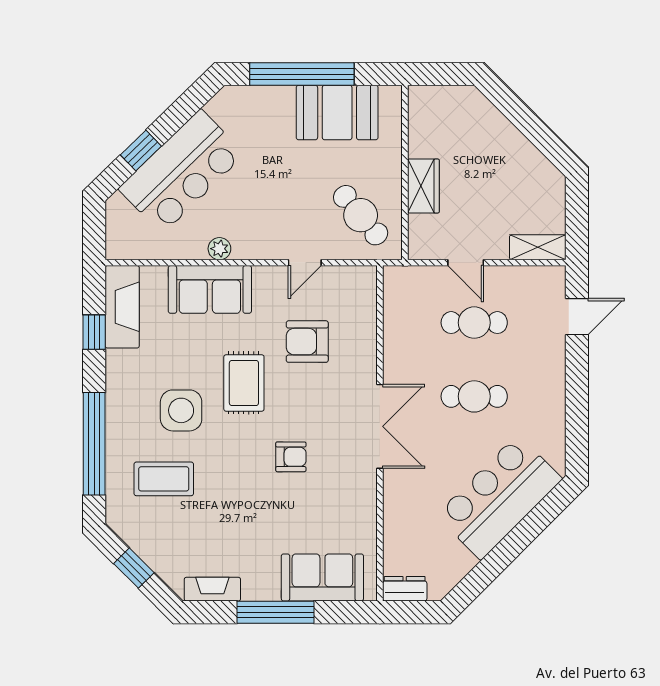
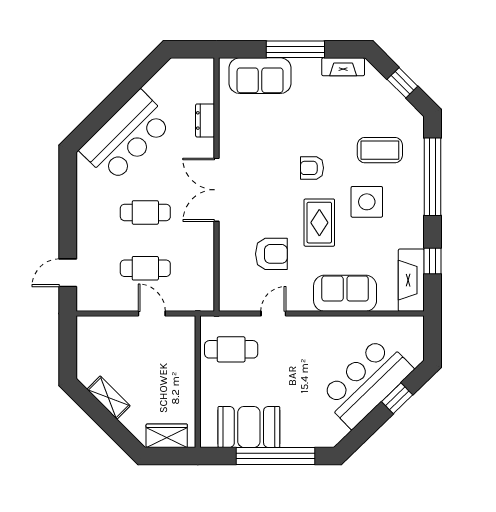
wardrobe: (423, 186) -> (167, 436), moved, turned 90
cafe table: (361, 215) -> (231, 349), turned -50
shelving: (538, 247) -> (108, 398), moved, turned 45
plant: (219, 249) -> (338, 324), removed
armchair: (291, 457) -> (312, 168), moved
dresser: (405, 589) -> (205, 120), moved, turned 90

